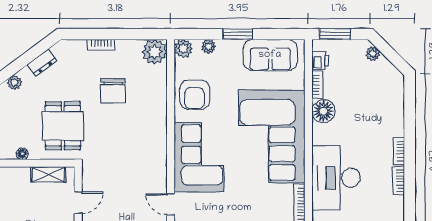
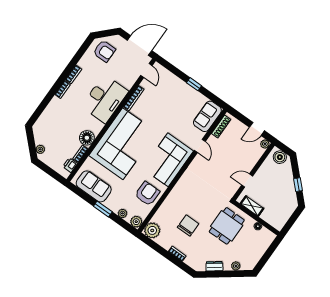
window: (335, 34) -> (53, 173), removed

